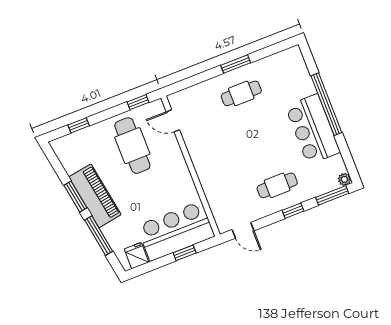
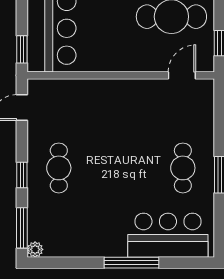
window: (326, 104) -> (132, 263), width x0.68
bar counter: (313, 129) -> (168, 235), moved
window: (185, 253) -> (22, 49), moved

